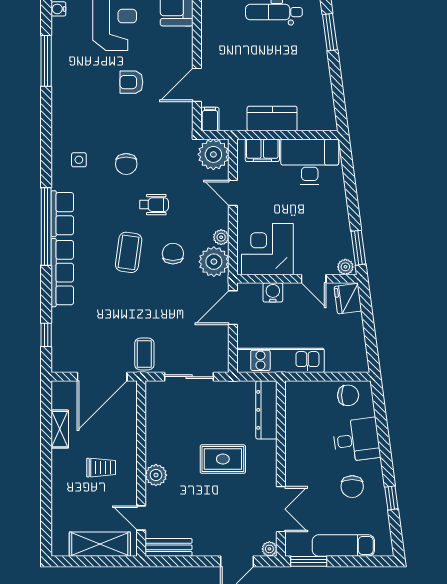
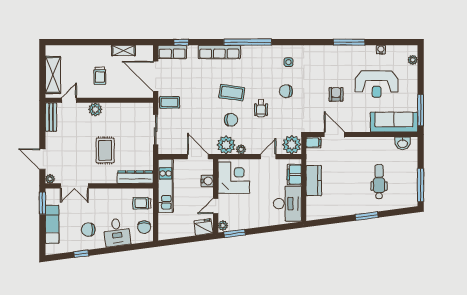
row of seats: (62, 214) -> (172, 52), moved
trolley: (309, 399) -> (142, 203), added

